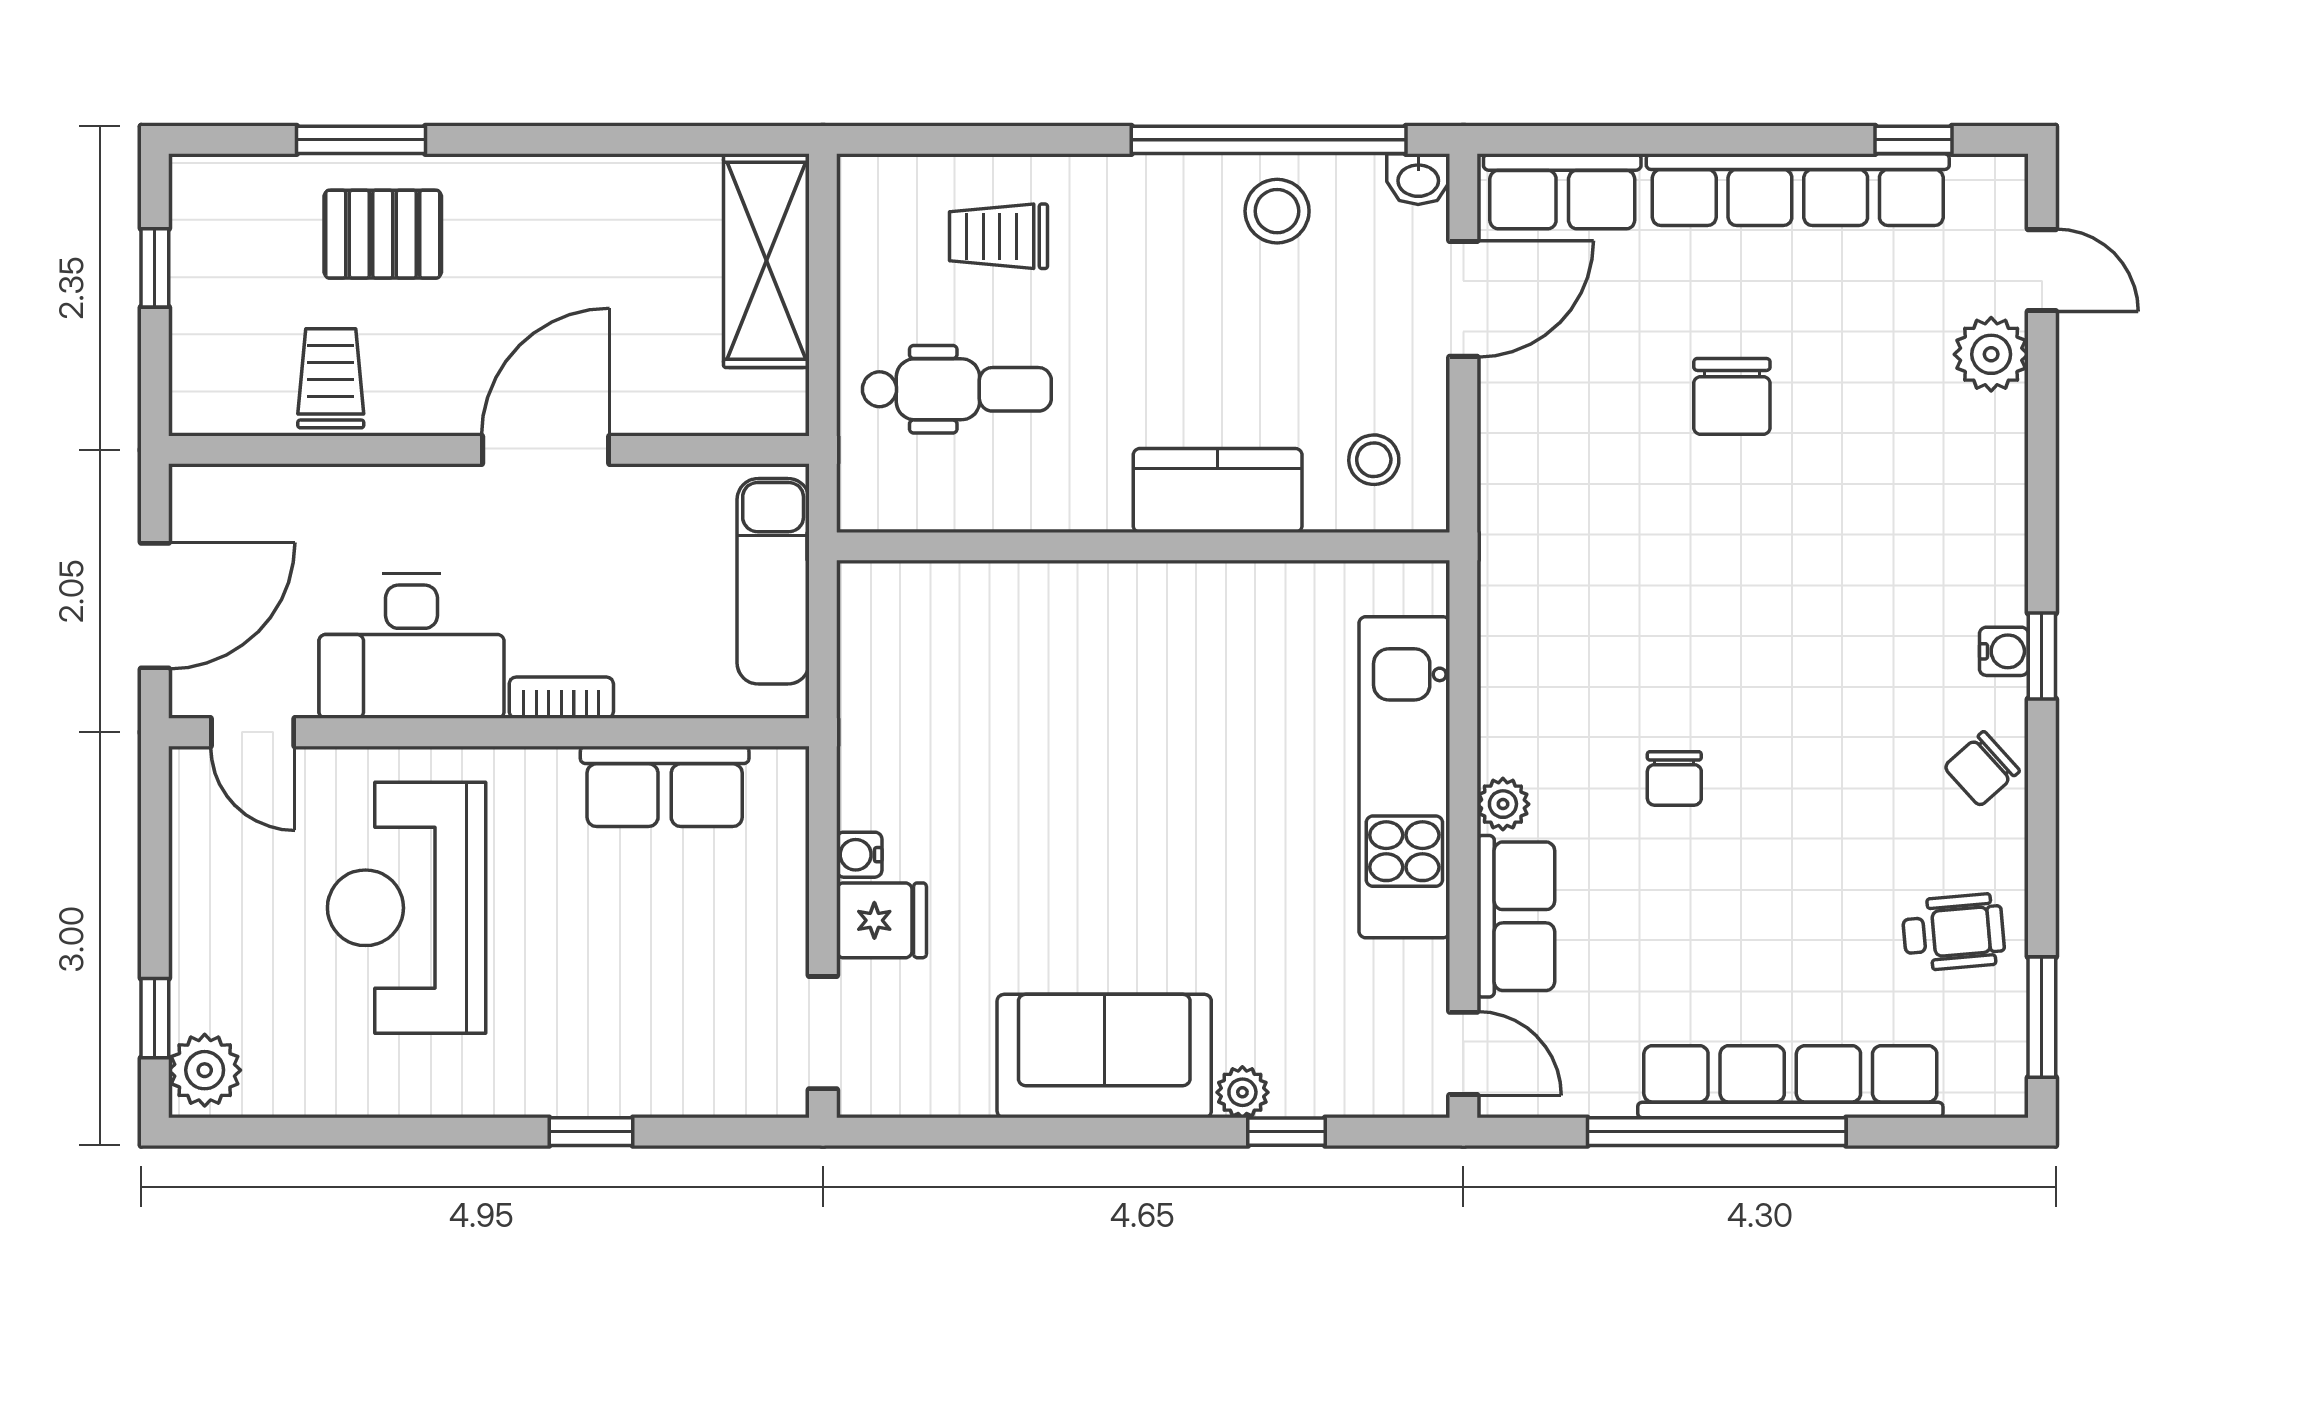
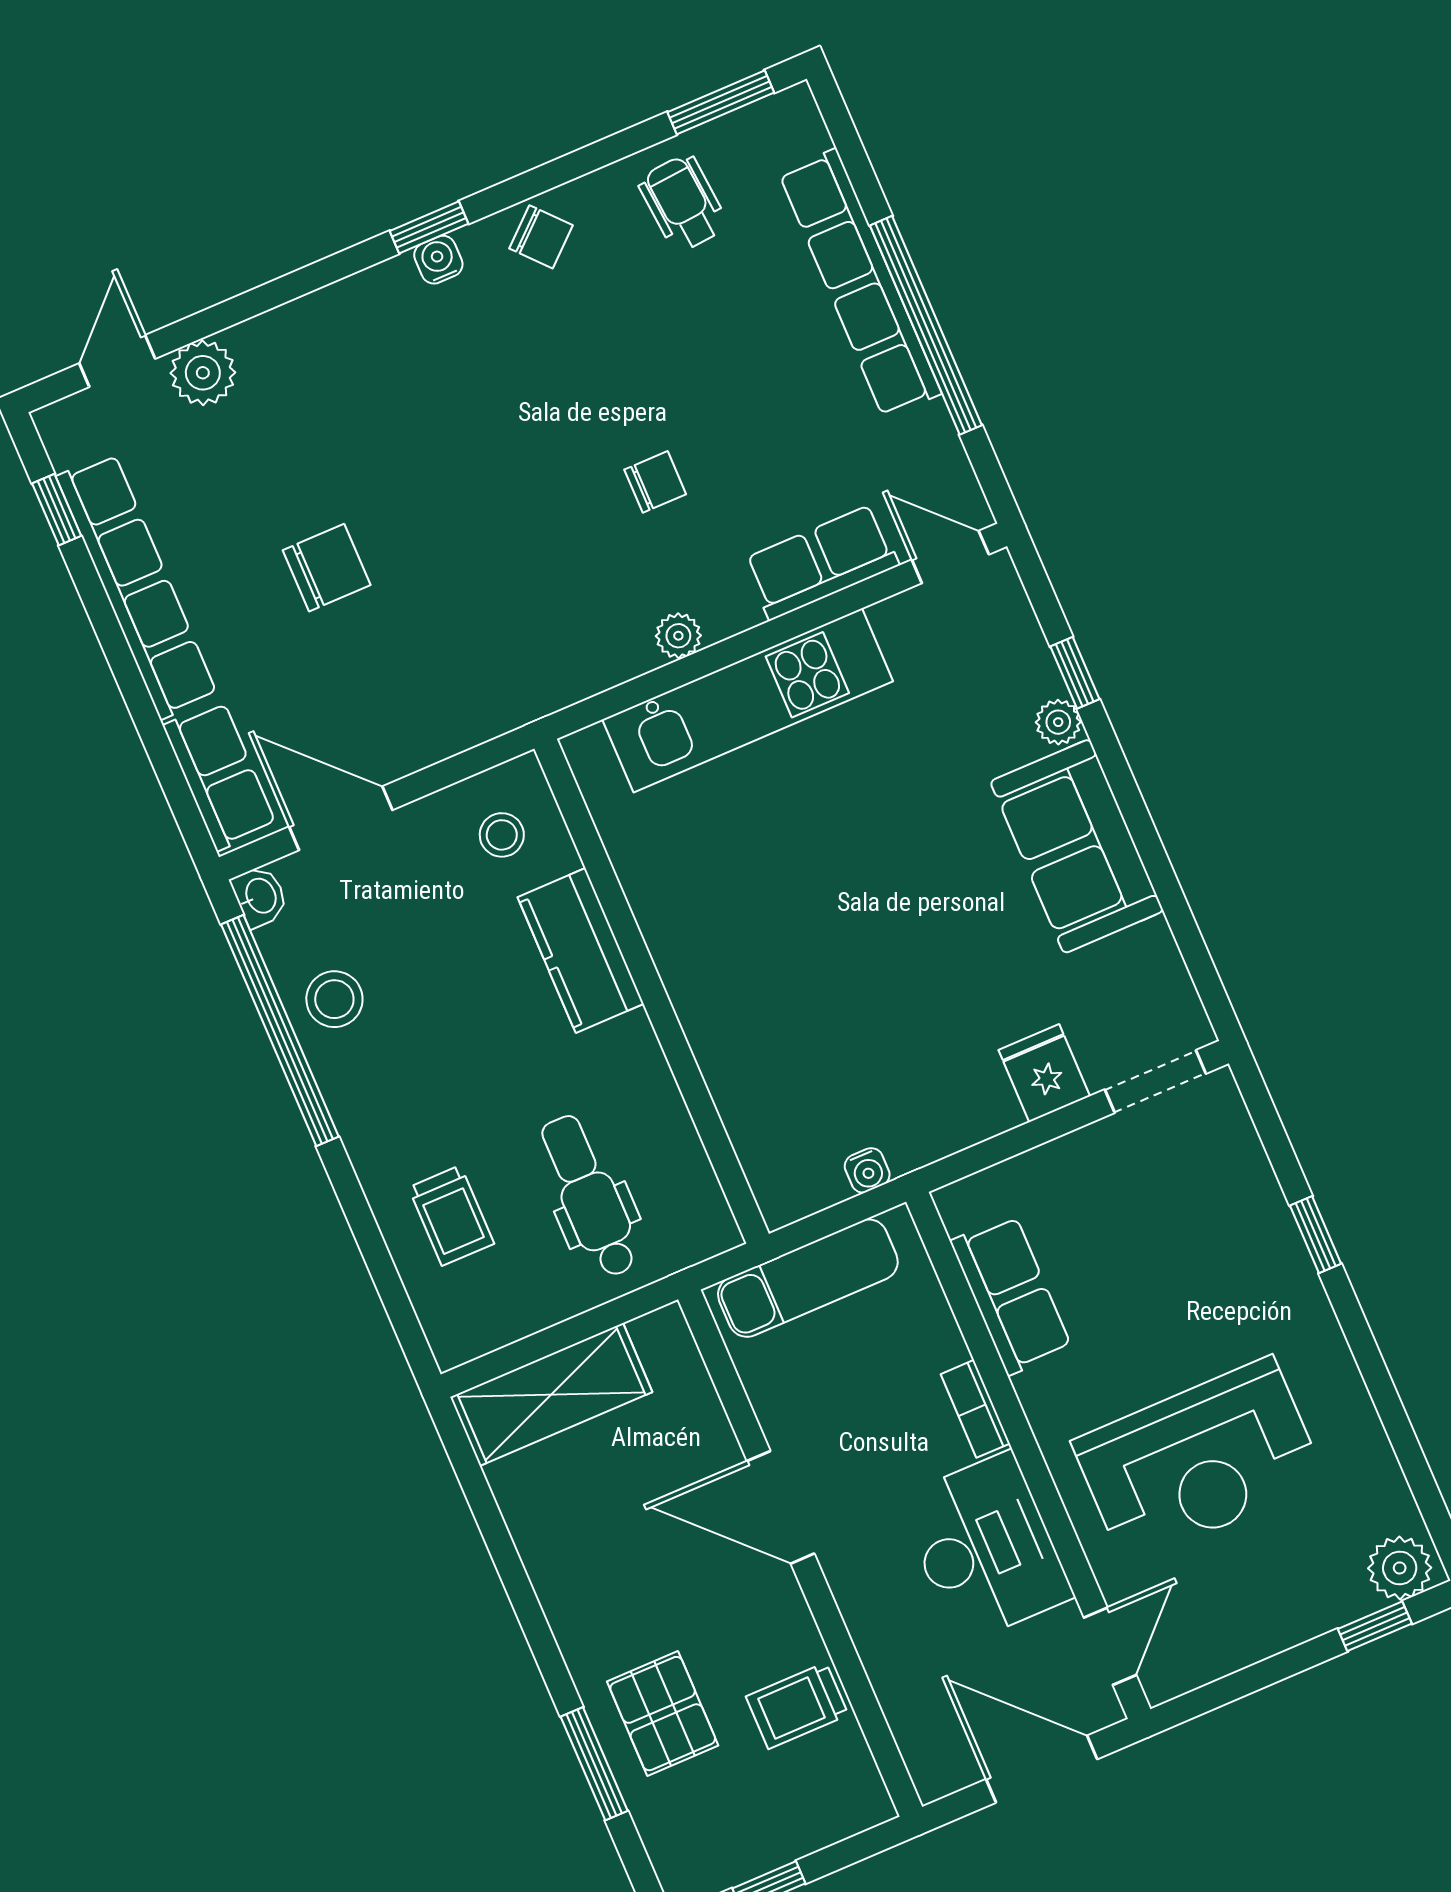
plant: (1503, 804) -> (678, 636), moved
water cooler: (859, 855) -> (867, 1170), moved
door: (1463, 1053) -> (950, 557), hinge flipped

